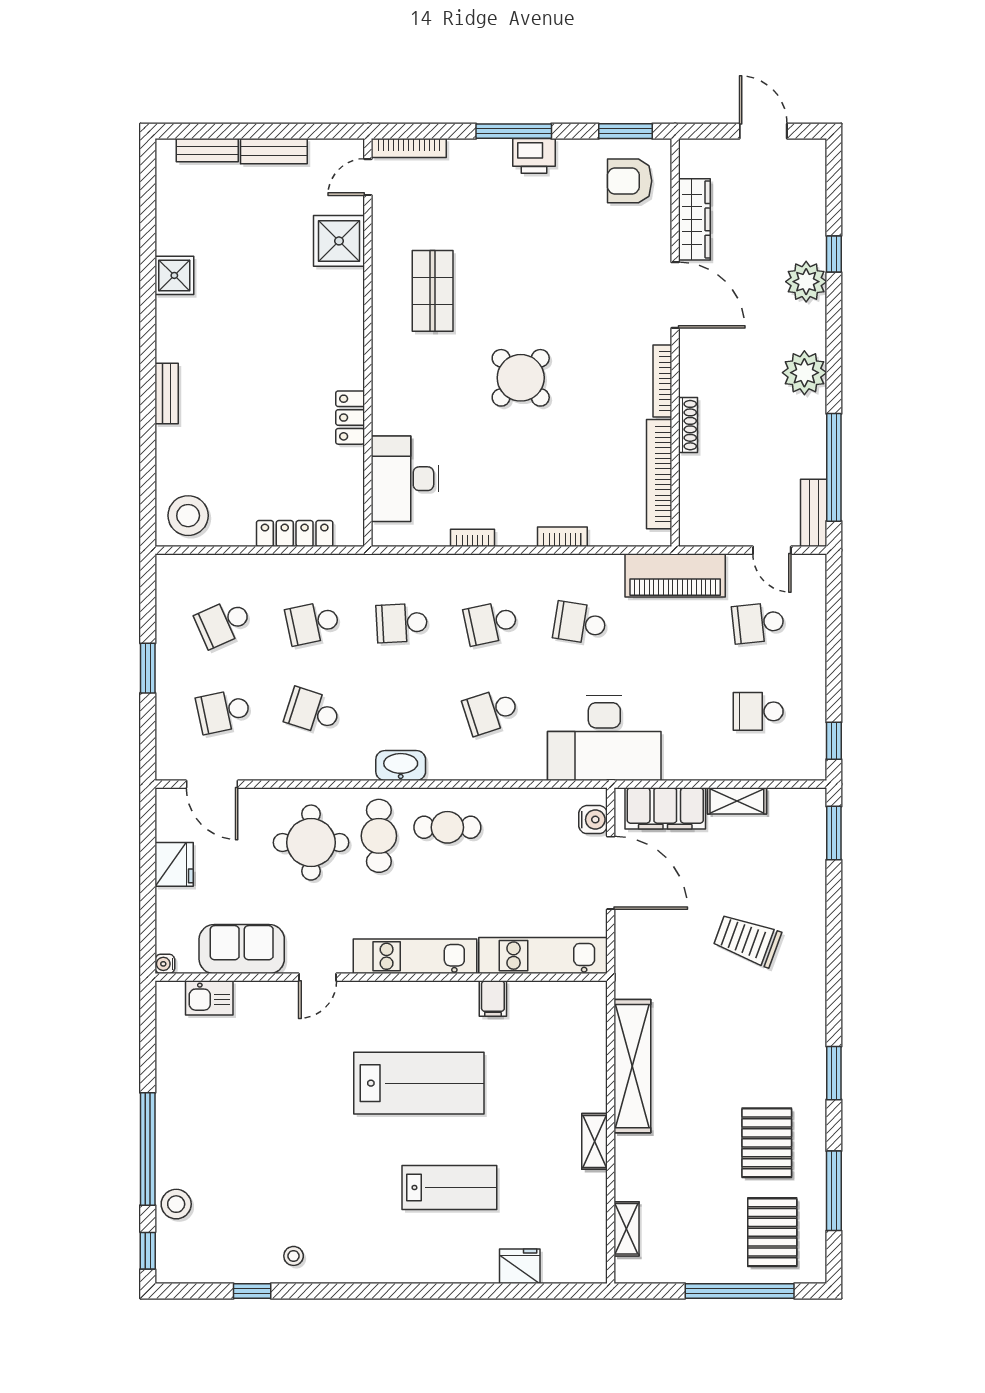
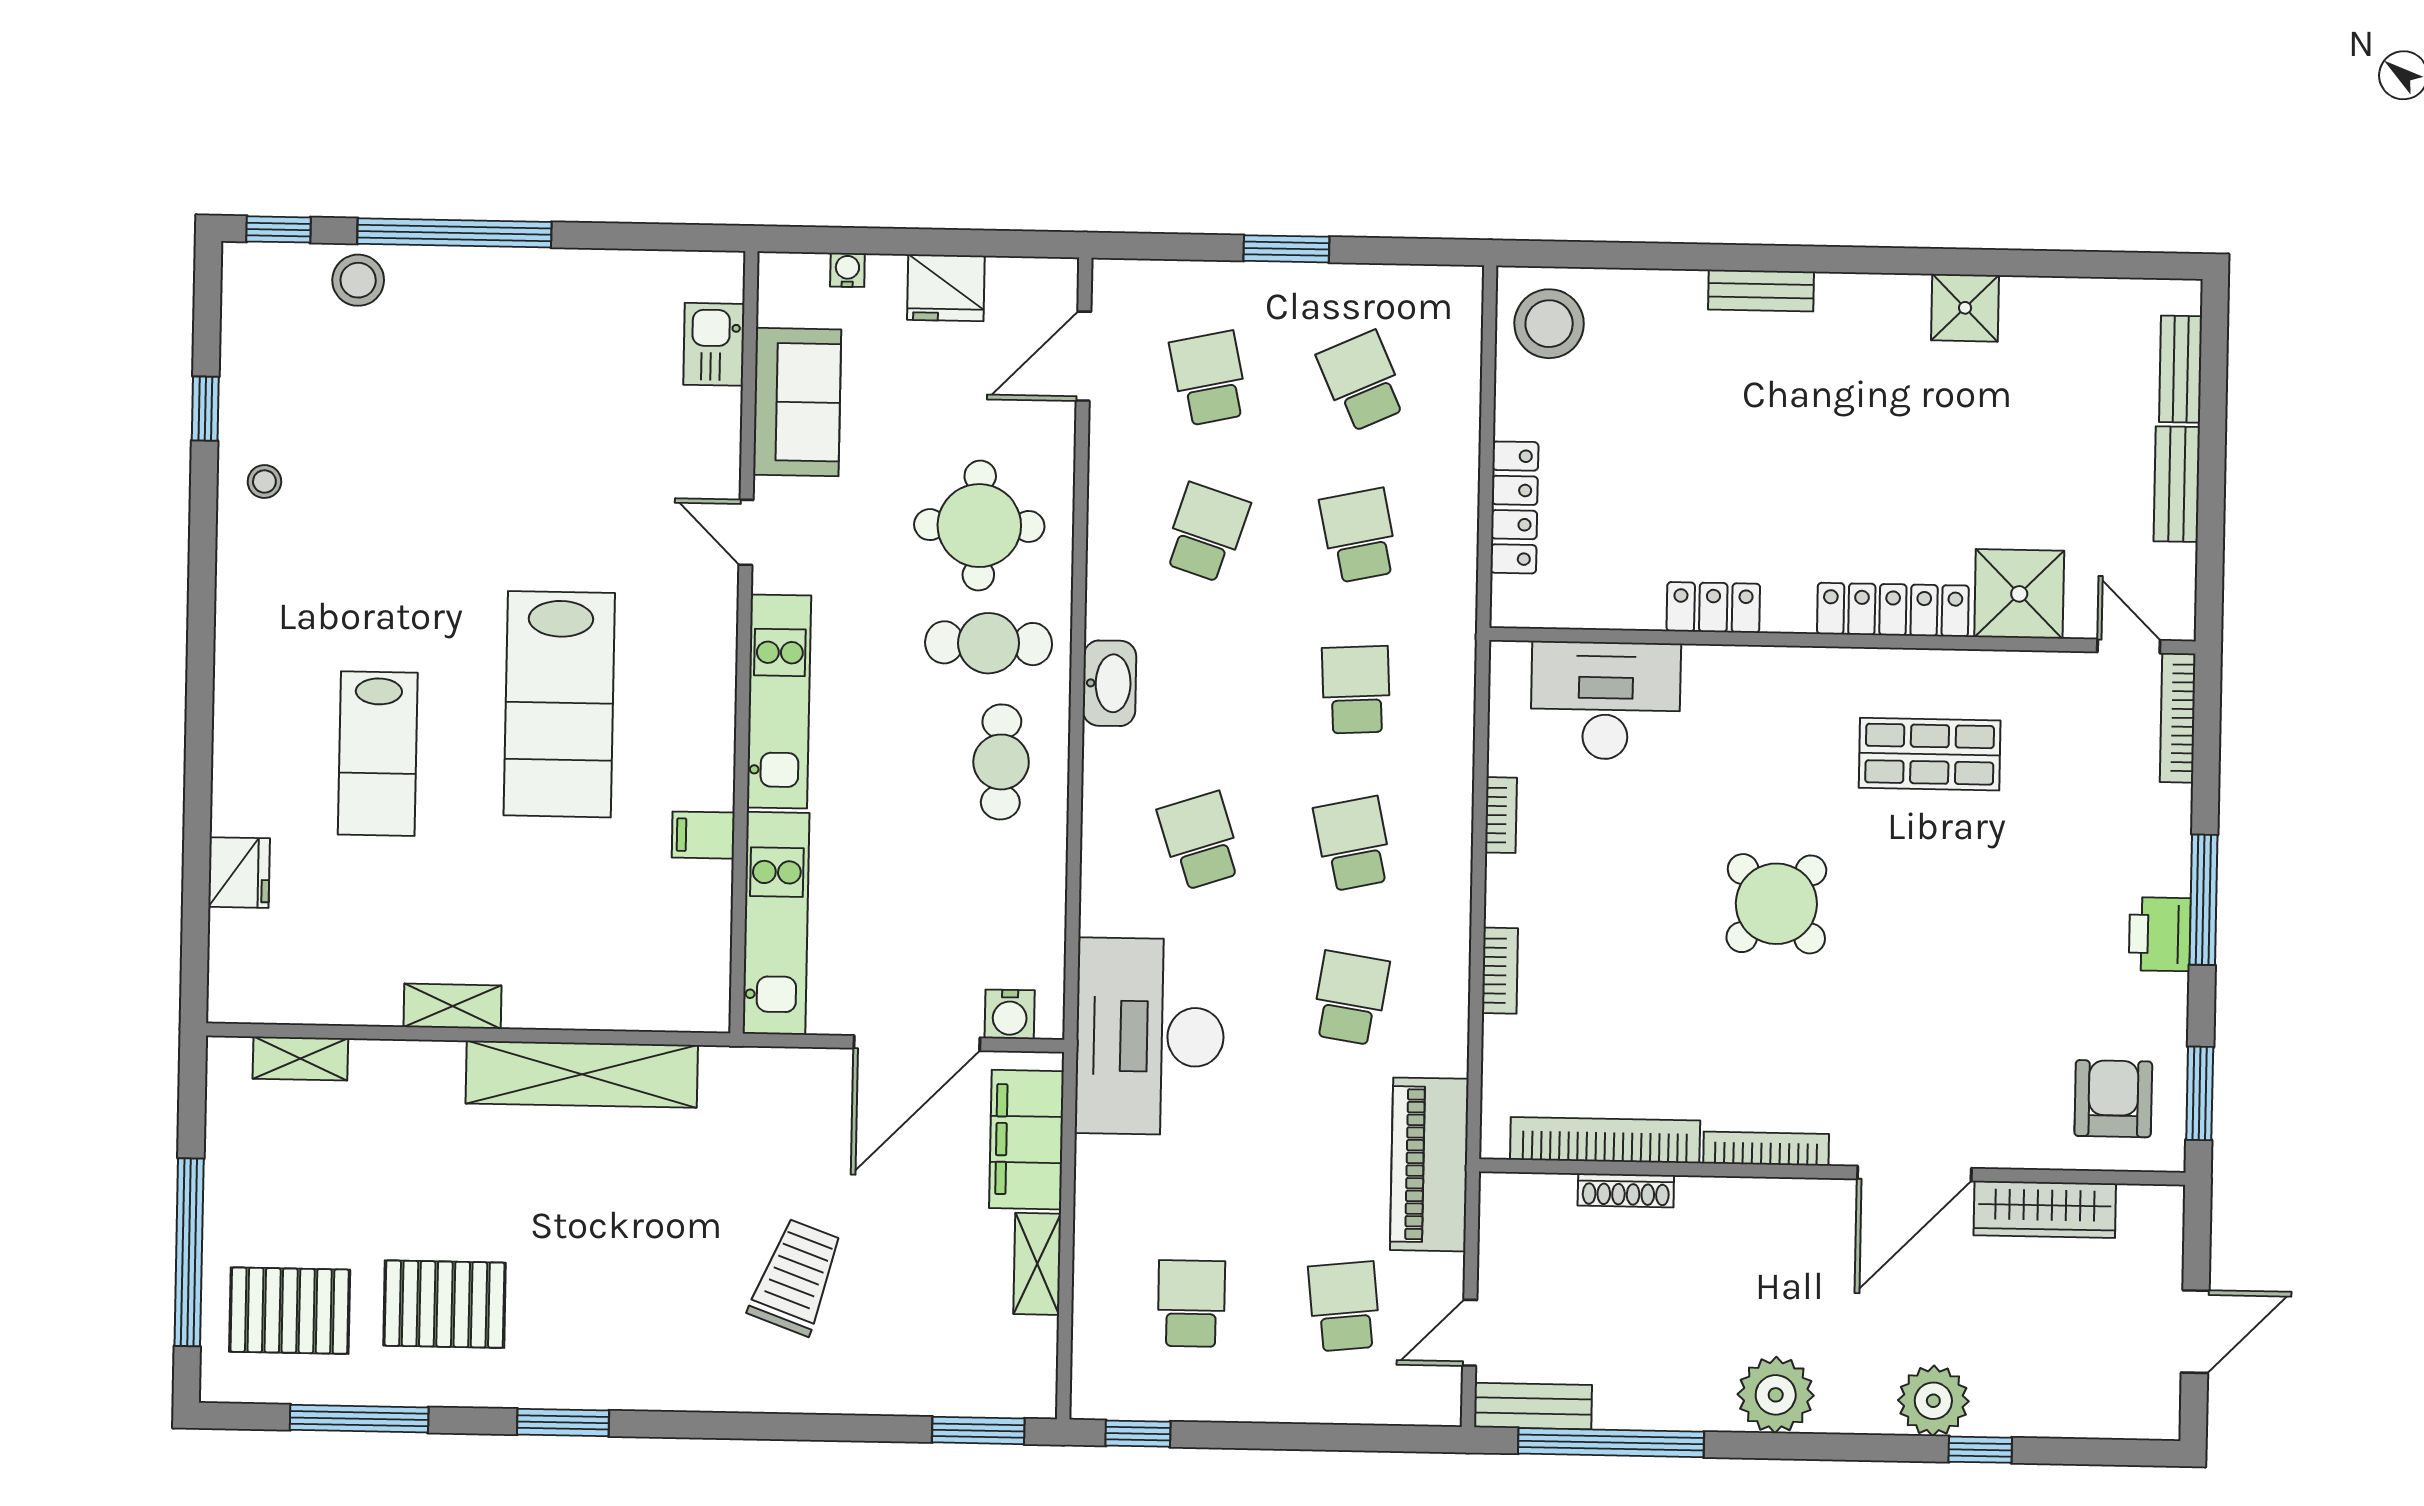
locker: (350, 314) -> (1893, 610), added
shoe rack: (688, 425) -> (1626, 1190), moved
water cooler: (165, 964) -> (847, 270), moved

